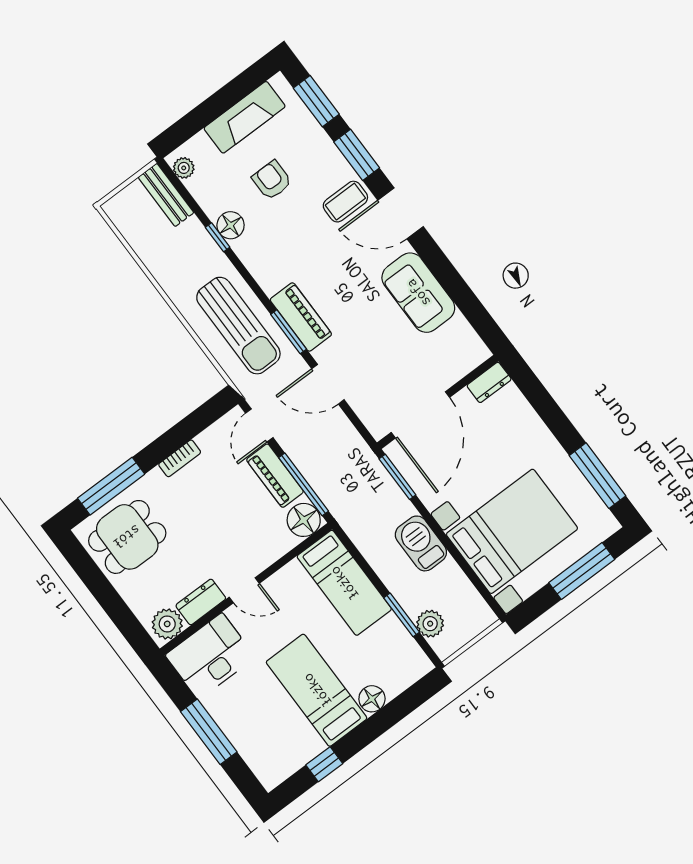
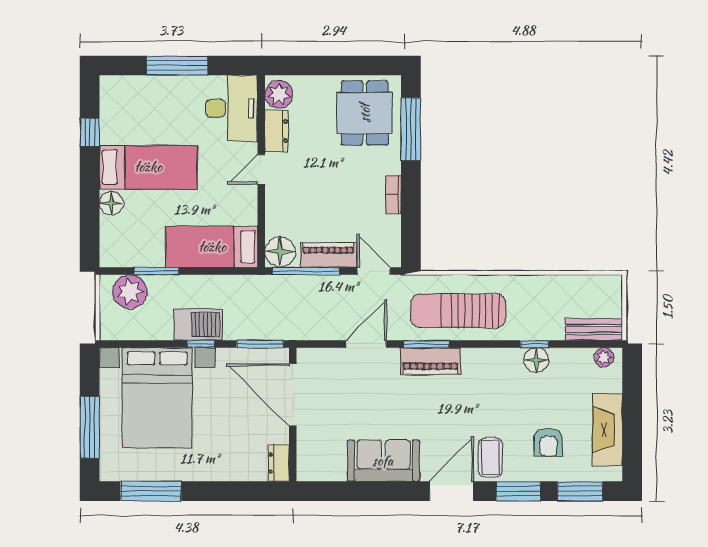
armchair: (272, 180) -> (548, 442), moved, turned 90
window: (436, 529) -> (201, 344), added
plant: (430, 624) -> (130, 292), width x1.36, depth x1.36

